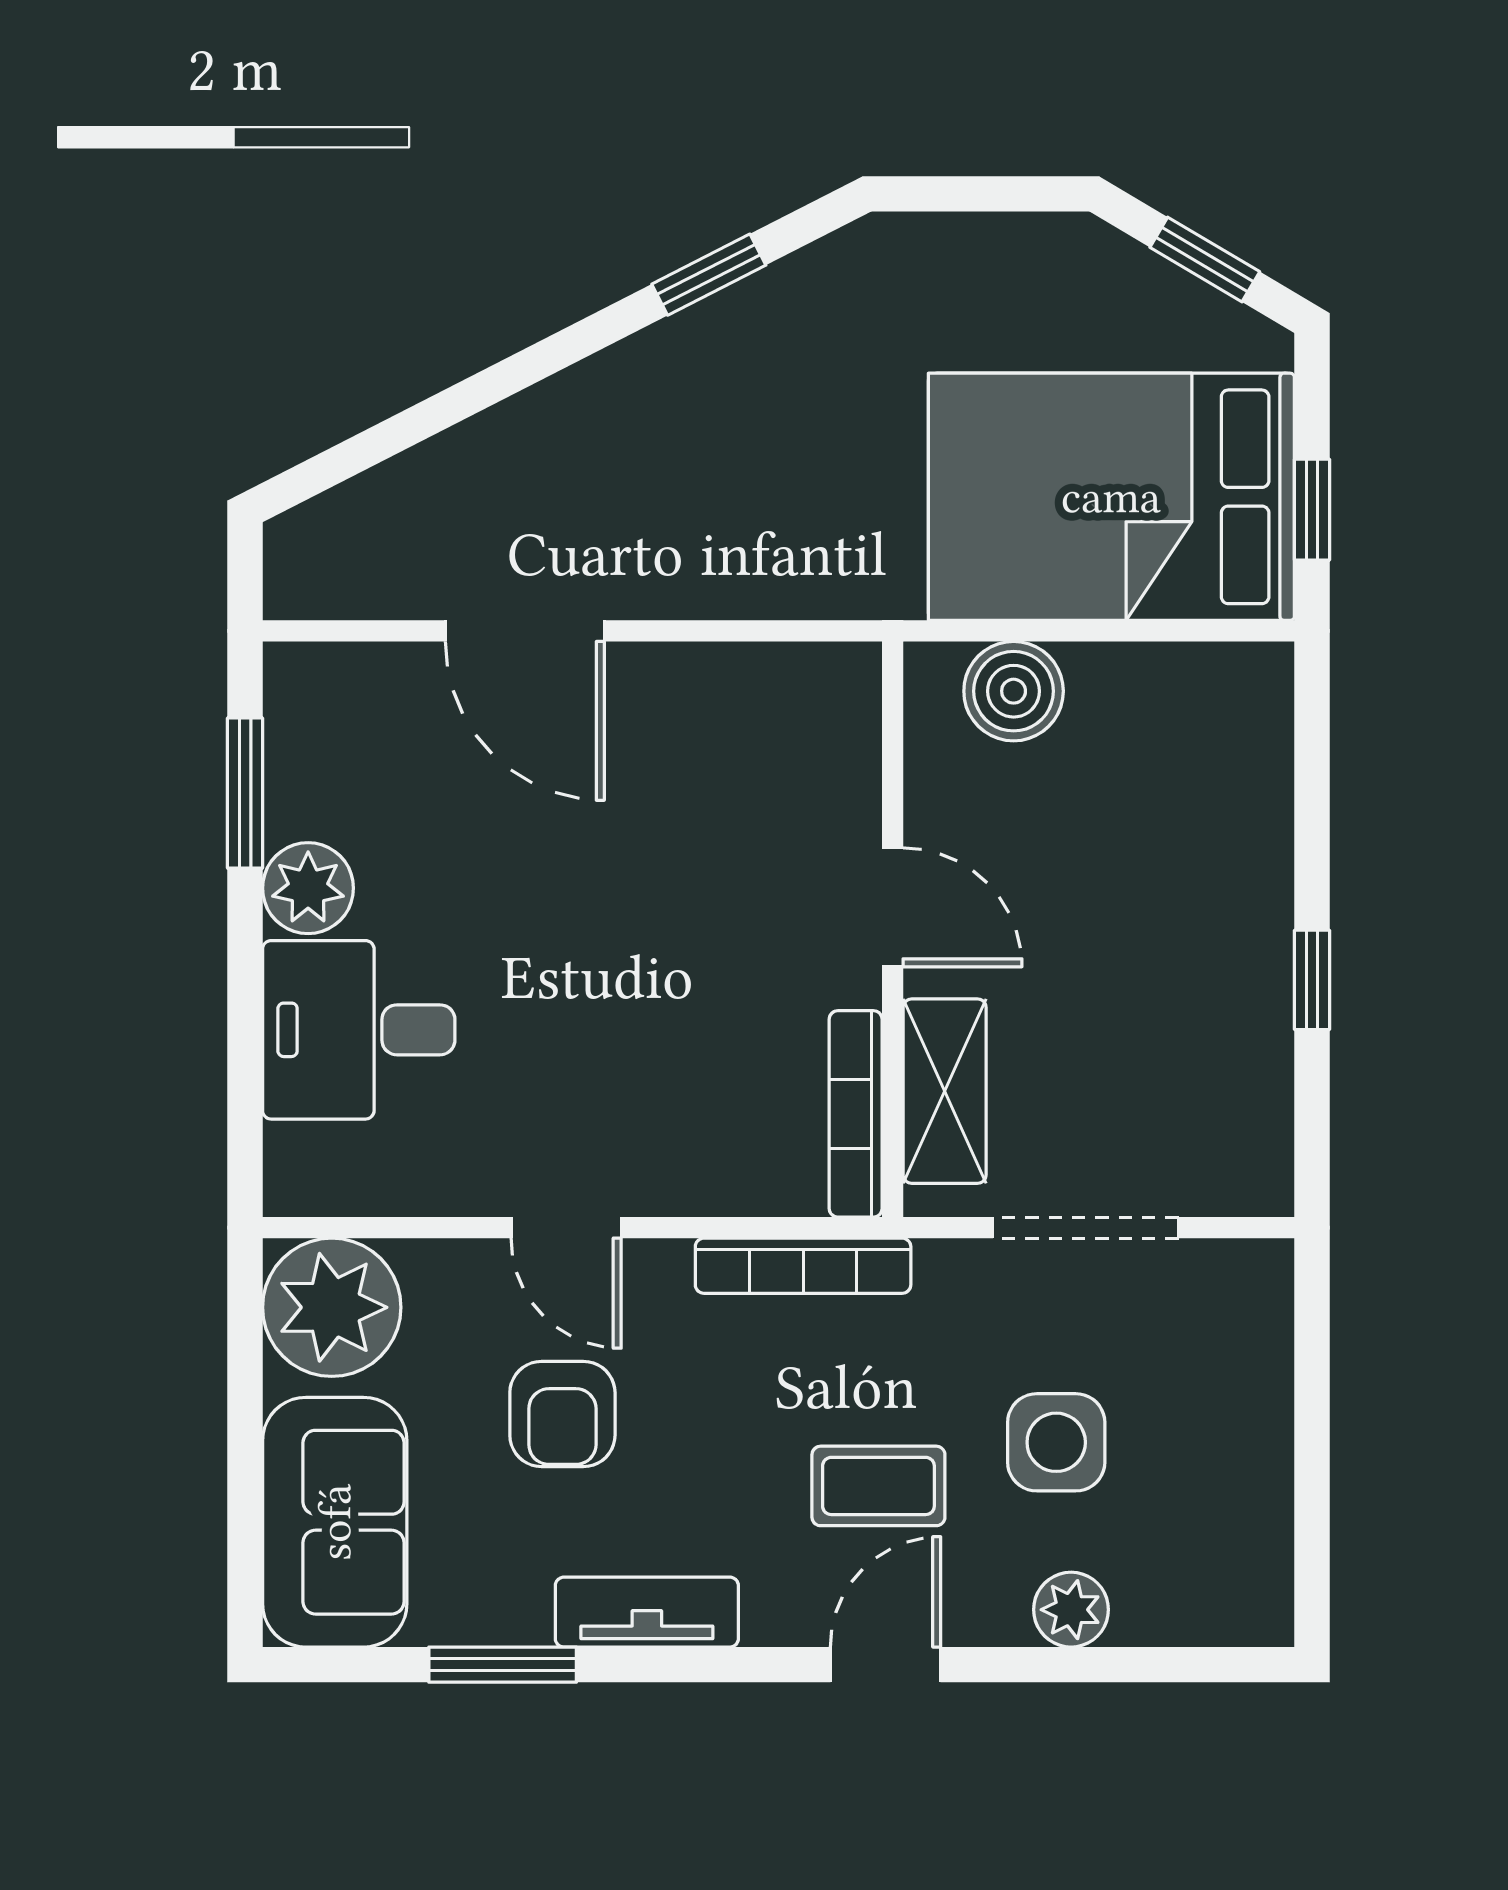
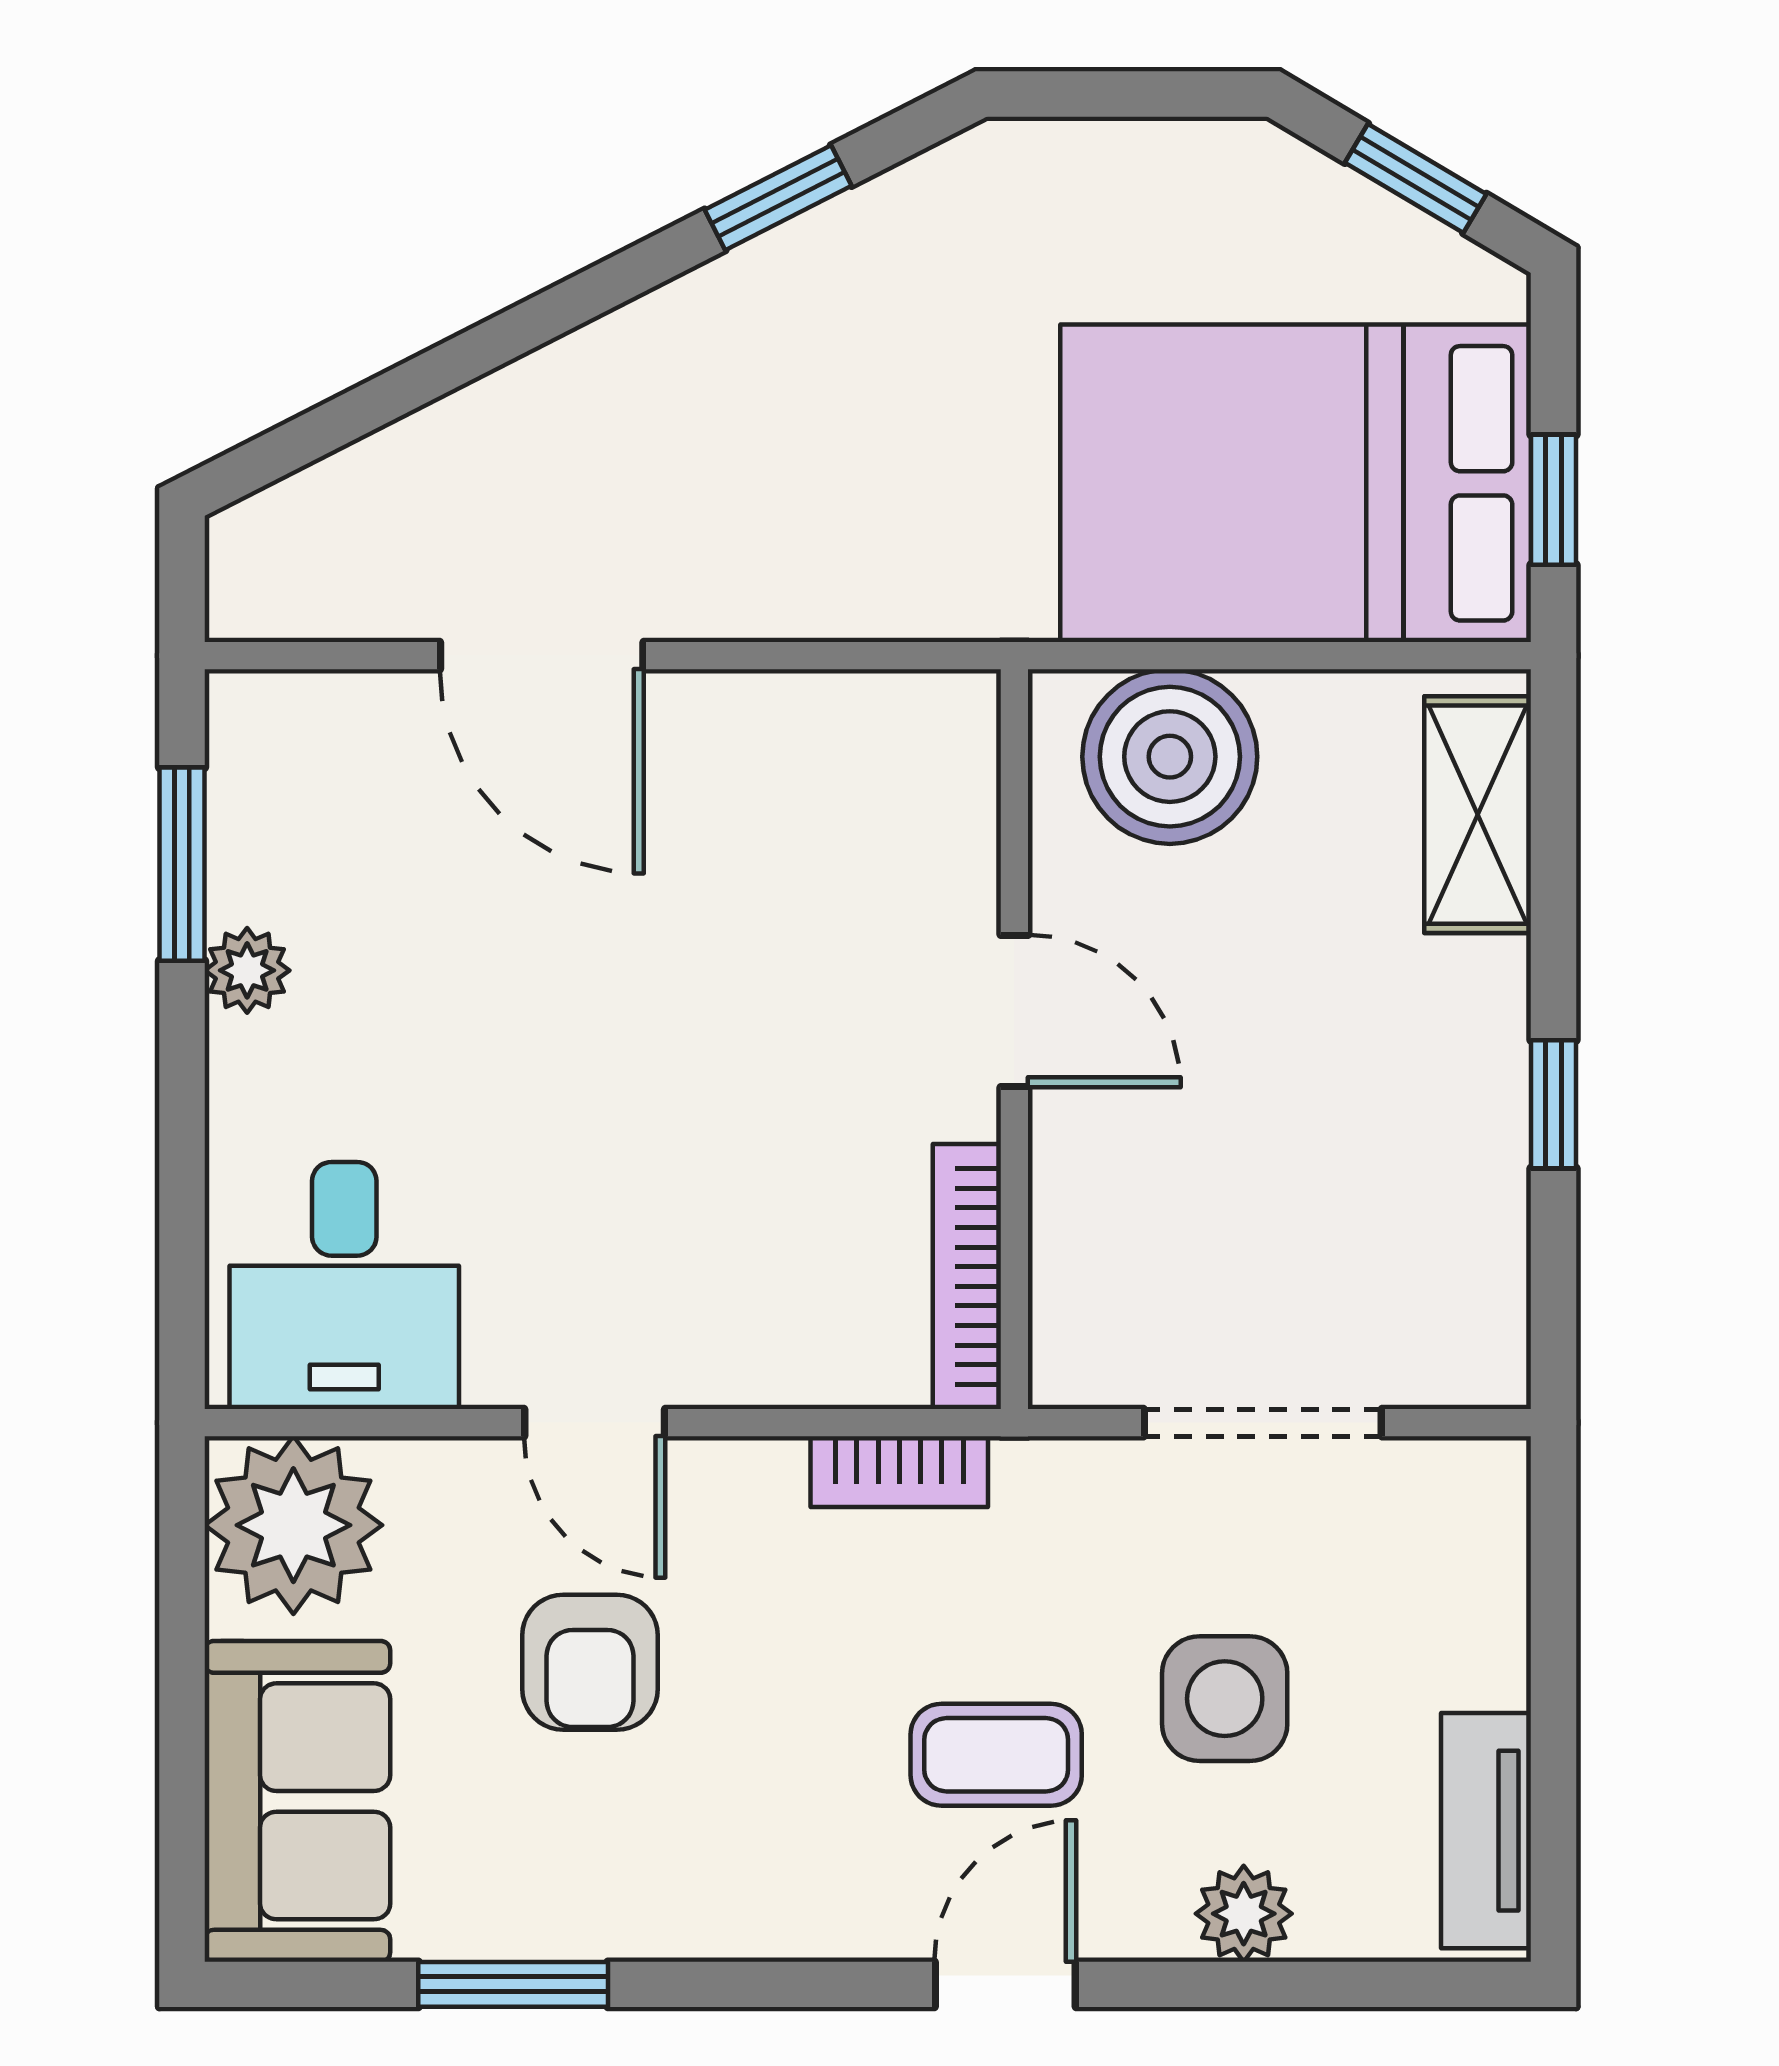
boiler: (1014, 691) -> (1170, 757), width x1.37, depth x1.37
plant: (308, 888) -> (247, 970), width x0.73, depth x0.73
desk: (359, 1030) -> (344, 1285), moved, turned -90
shelving: (945, 1091) -> (1478, 815), moved
bookcase: (803, 1266) -> (899, 1472), width x0.64
tv unit: (647, 1612) -> (1486, 1831), moved, turned -90

